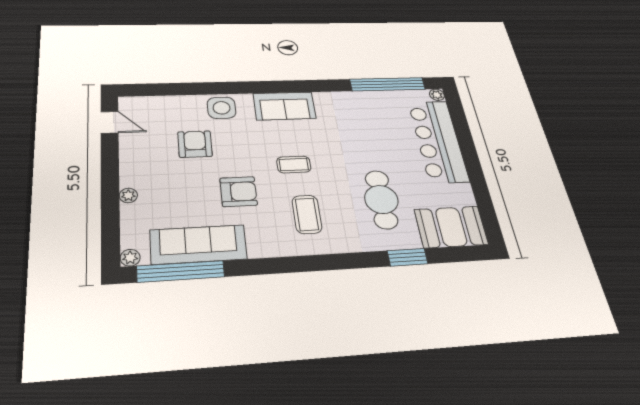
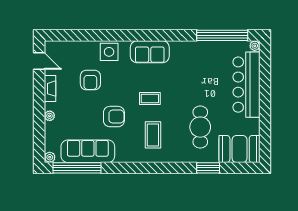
armchair: (195, 144) -> (90, 80), turned 180
fireplace: (128, 158) -> (50, 89), added

